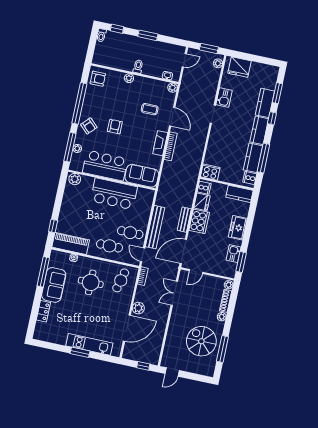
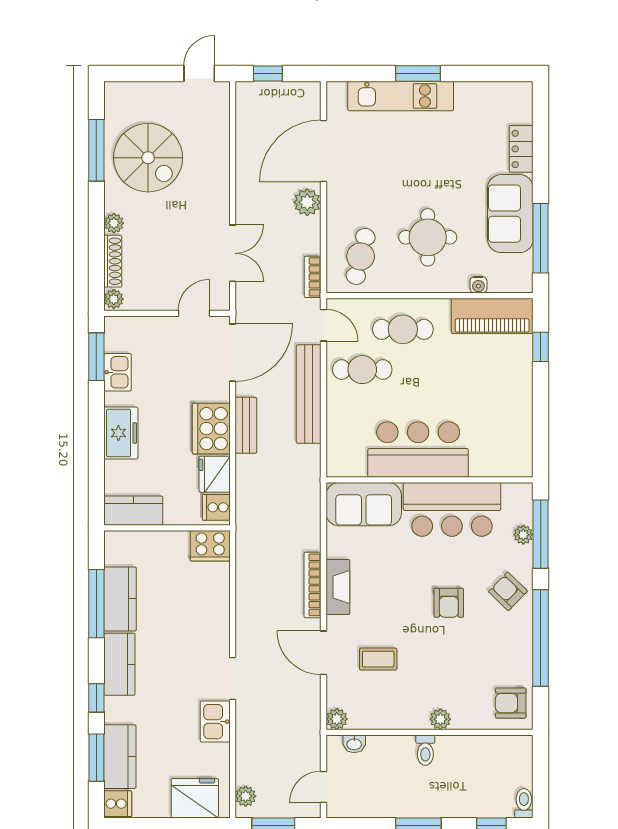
kitchen counter: (265, 103) -> (120, 757), moved
cooker: (250, 178) -> (118, 804), moved
plant: (75, 179) -> (514, 464), removed

